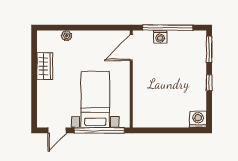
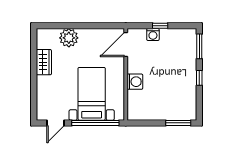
window: (168, 28) -> (160, 26), width x0.32
plant: (66, 36) -> (69, 38), width x1.87, depth x1.87
washing machine: (198, 119) -> (135, 82), moved, turned 90
window: (187, 130) -> (178, 123), added

